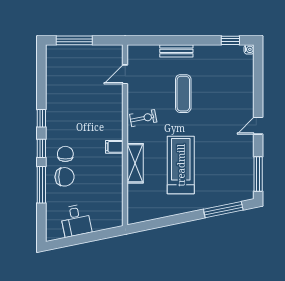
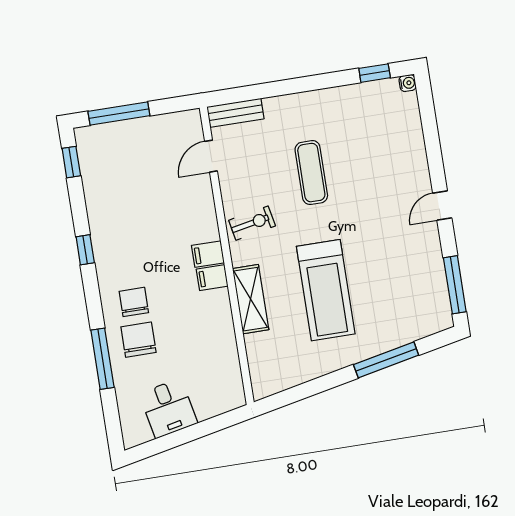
bench: (176, 51) -> (235, 113), moved
filing cabinet: (114, 132) -> (208, 254), added
window: (41, 148) -> (71, 162), moved
treadmill: (181, 165) -> (326, 290), turned 180
chair: (65, 177) -> (138, 340), turned -90
window: (223, 210) -> (386, 360), moved

